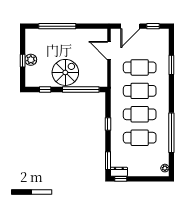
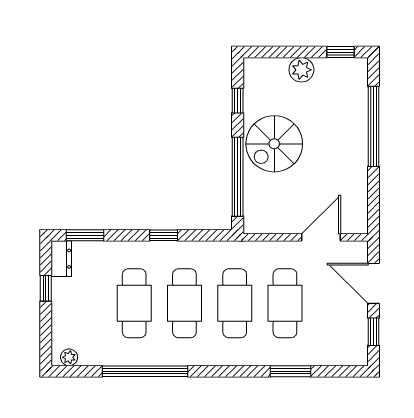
window: (23, 61) -> (340, 52), moved
spiral stairs: (65, 72) -> (274, 144), turned 90
window: (121, 179) -> (46, 288), moved

